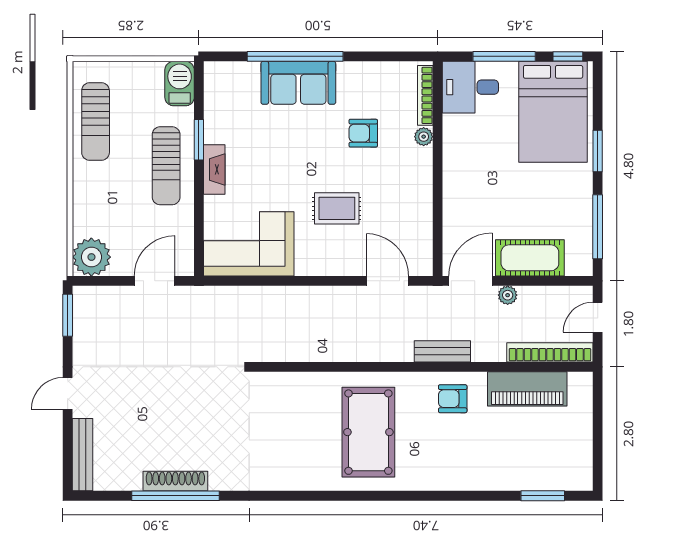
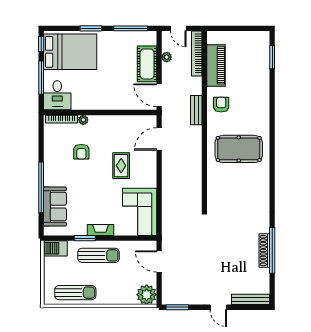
sofa: (298, 83) -> (55, 207), moved
plant: (508, 295) -> (167, 57), moved
armchair: (453, 399) -> (221, 105), turned 180

